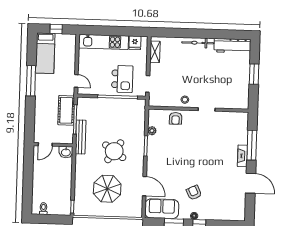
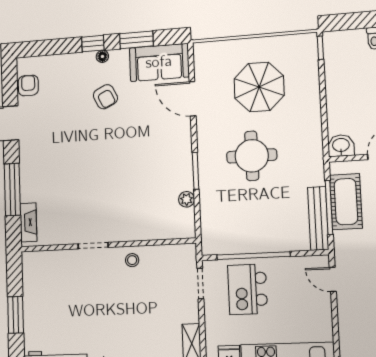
cot: (66, 110) -> (346, 202), moved
armchair: (176, 118) -> (28, 85), moved
bench: (81, 137) -> (318, 218), moved
round table: (114, 151) -> (252, 156), turned -35
fireplace: (242, 156) -> (28, 222), moved

